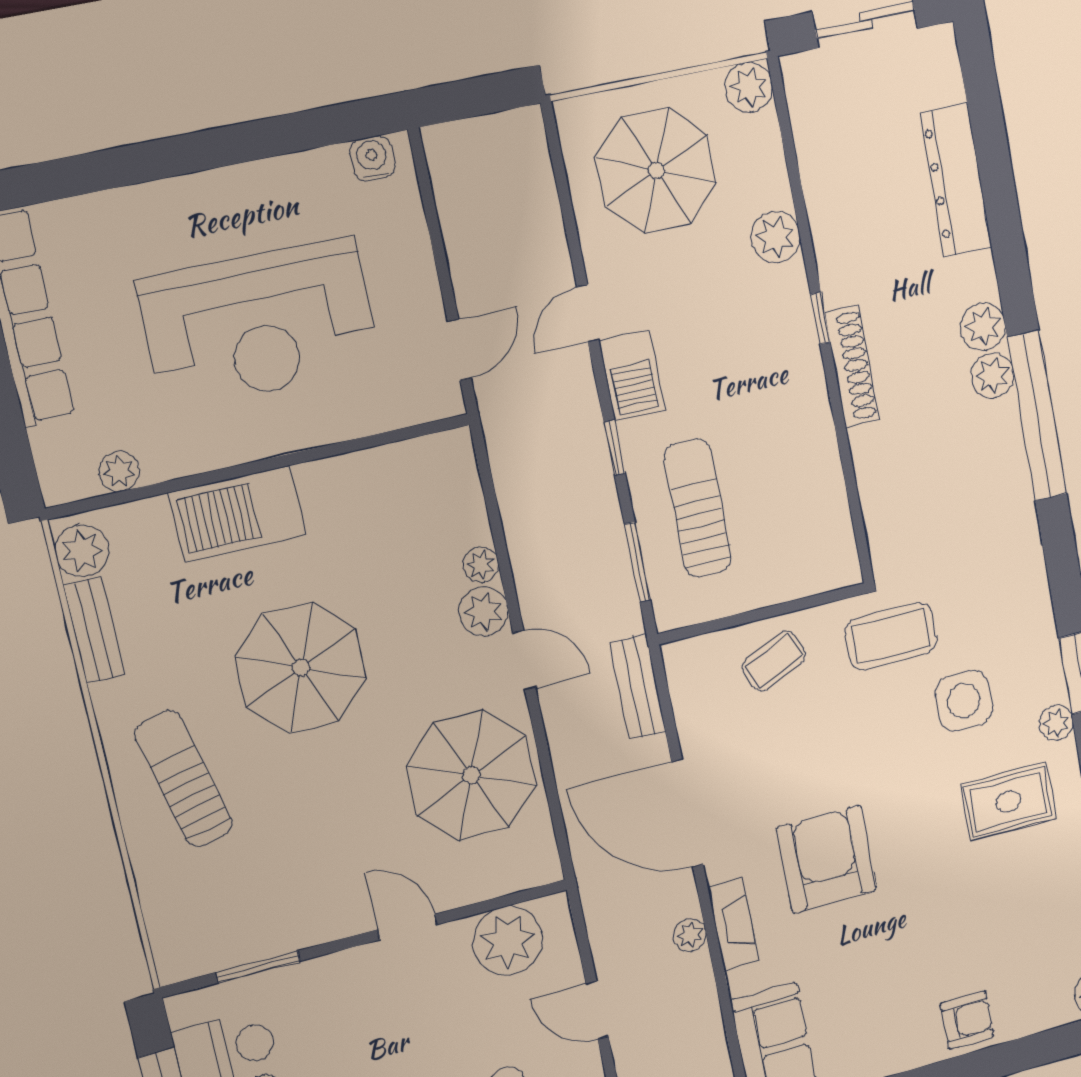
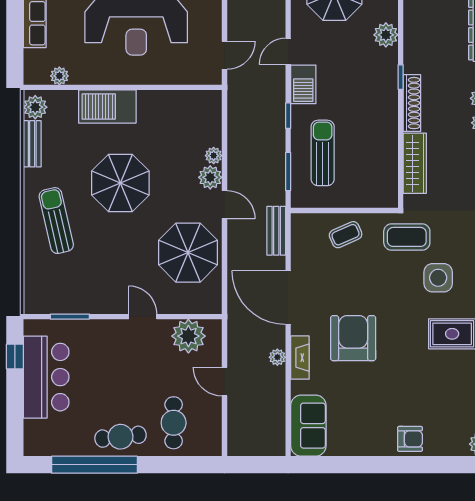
wardrobe: (879, 487) -> (415, 163), added

